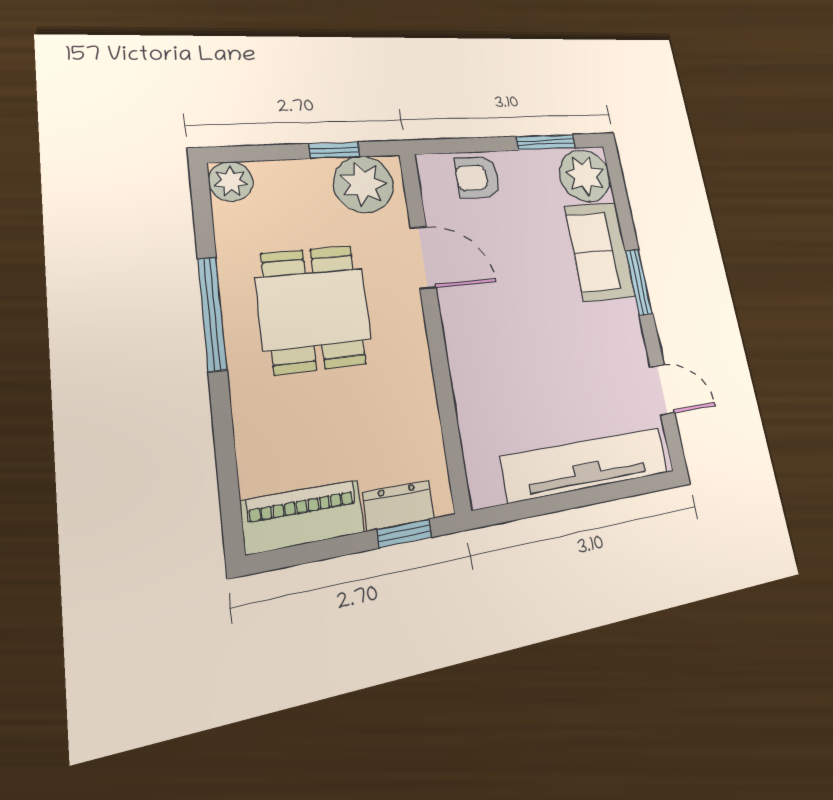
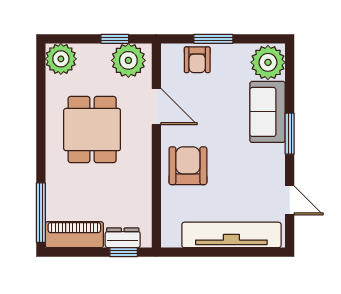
window: (546, 142) -> (213, 39), moved
armchair: (477, 177) -> (197, 60), turned -90
plant: (231, 181) -> (61, 59), width x1.36, depth x1.36
window: (212, 314) -> (41, 213), moved
armchair: (493, 353) -> (188, 166), added

